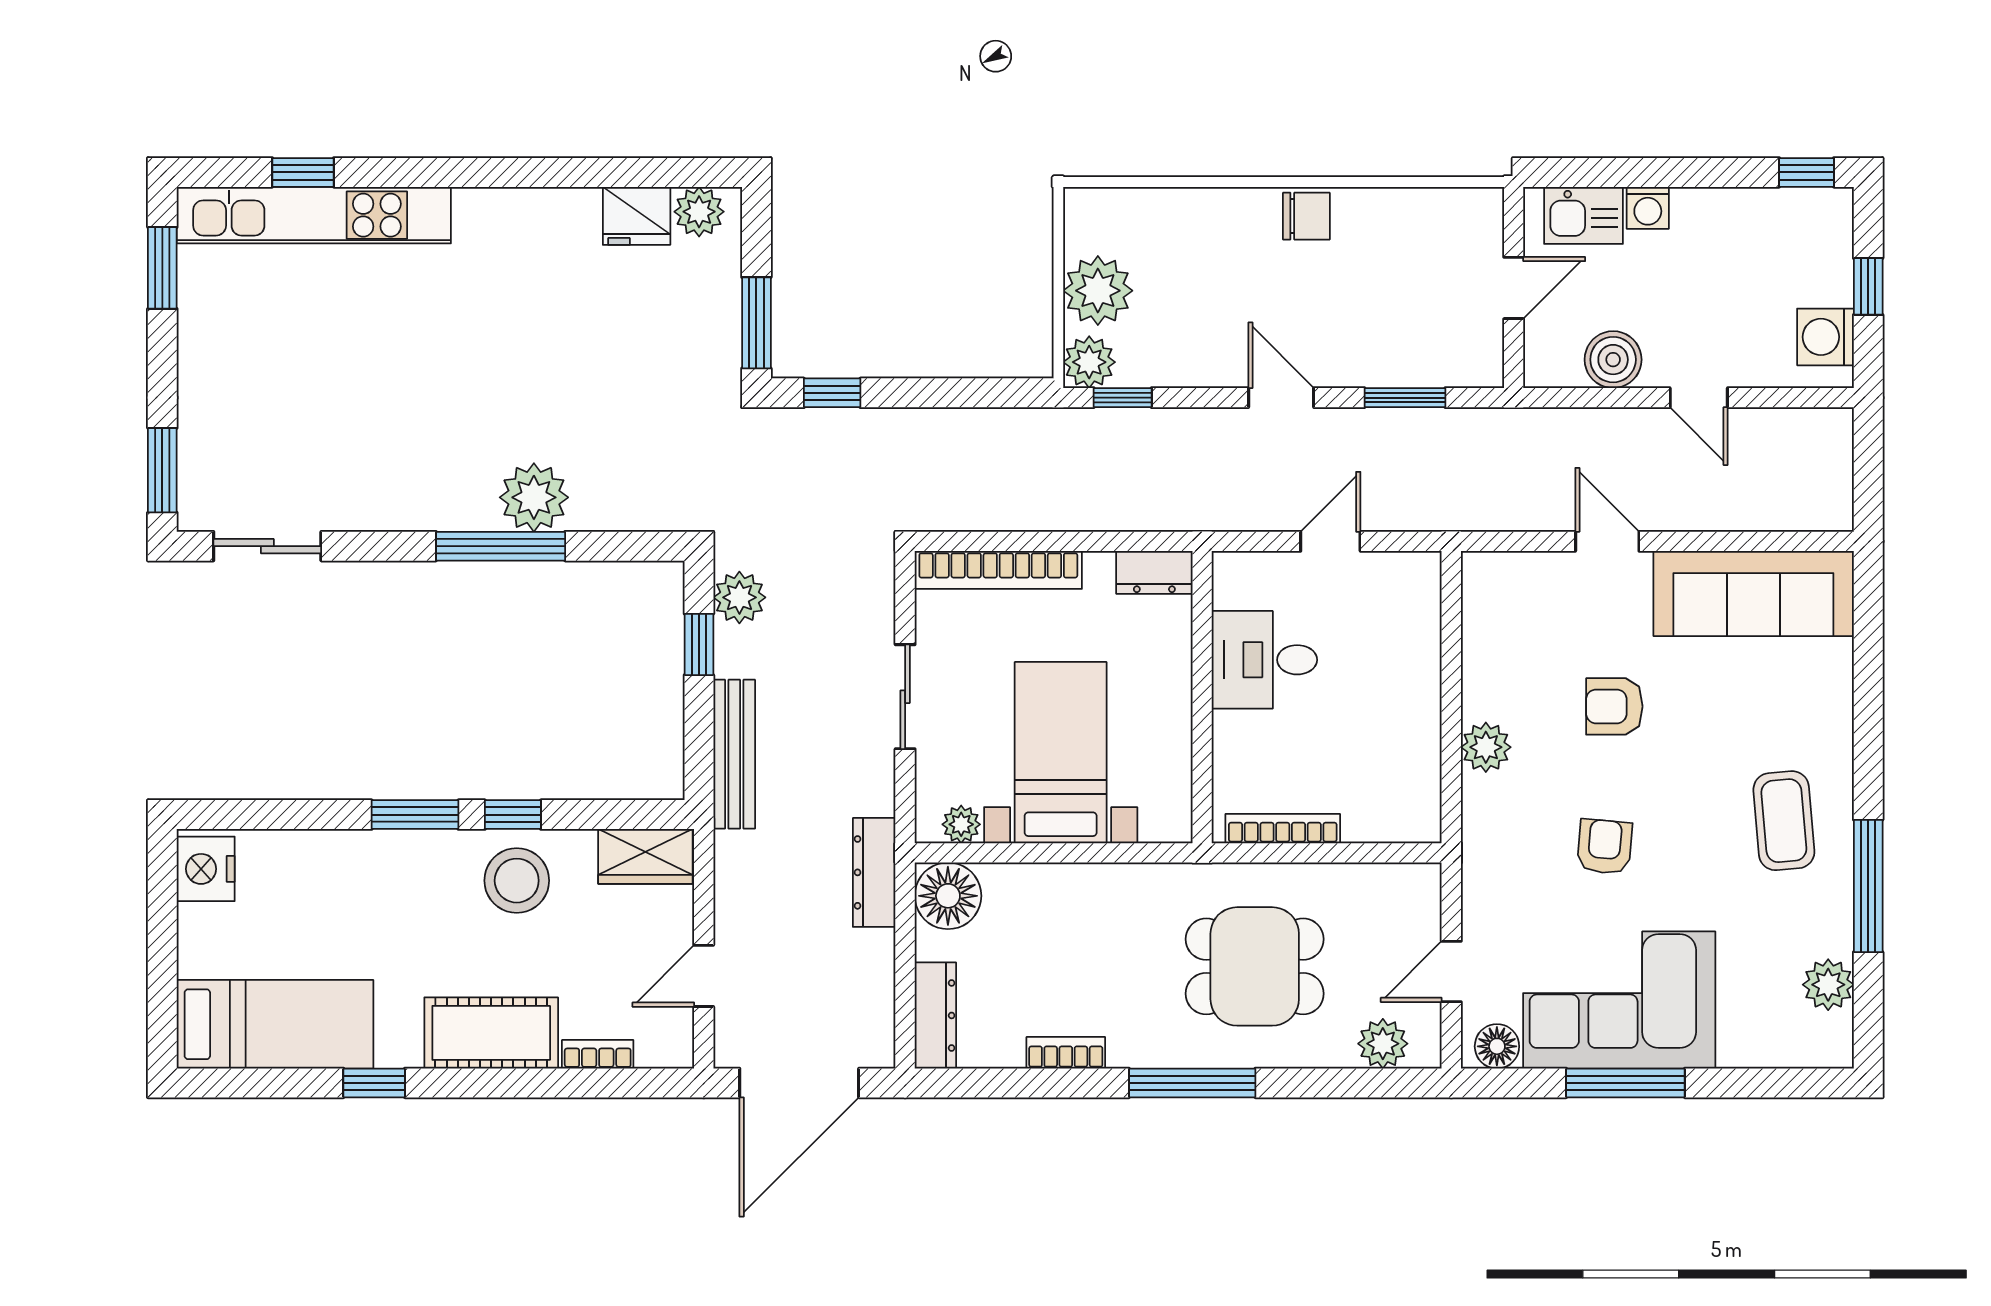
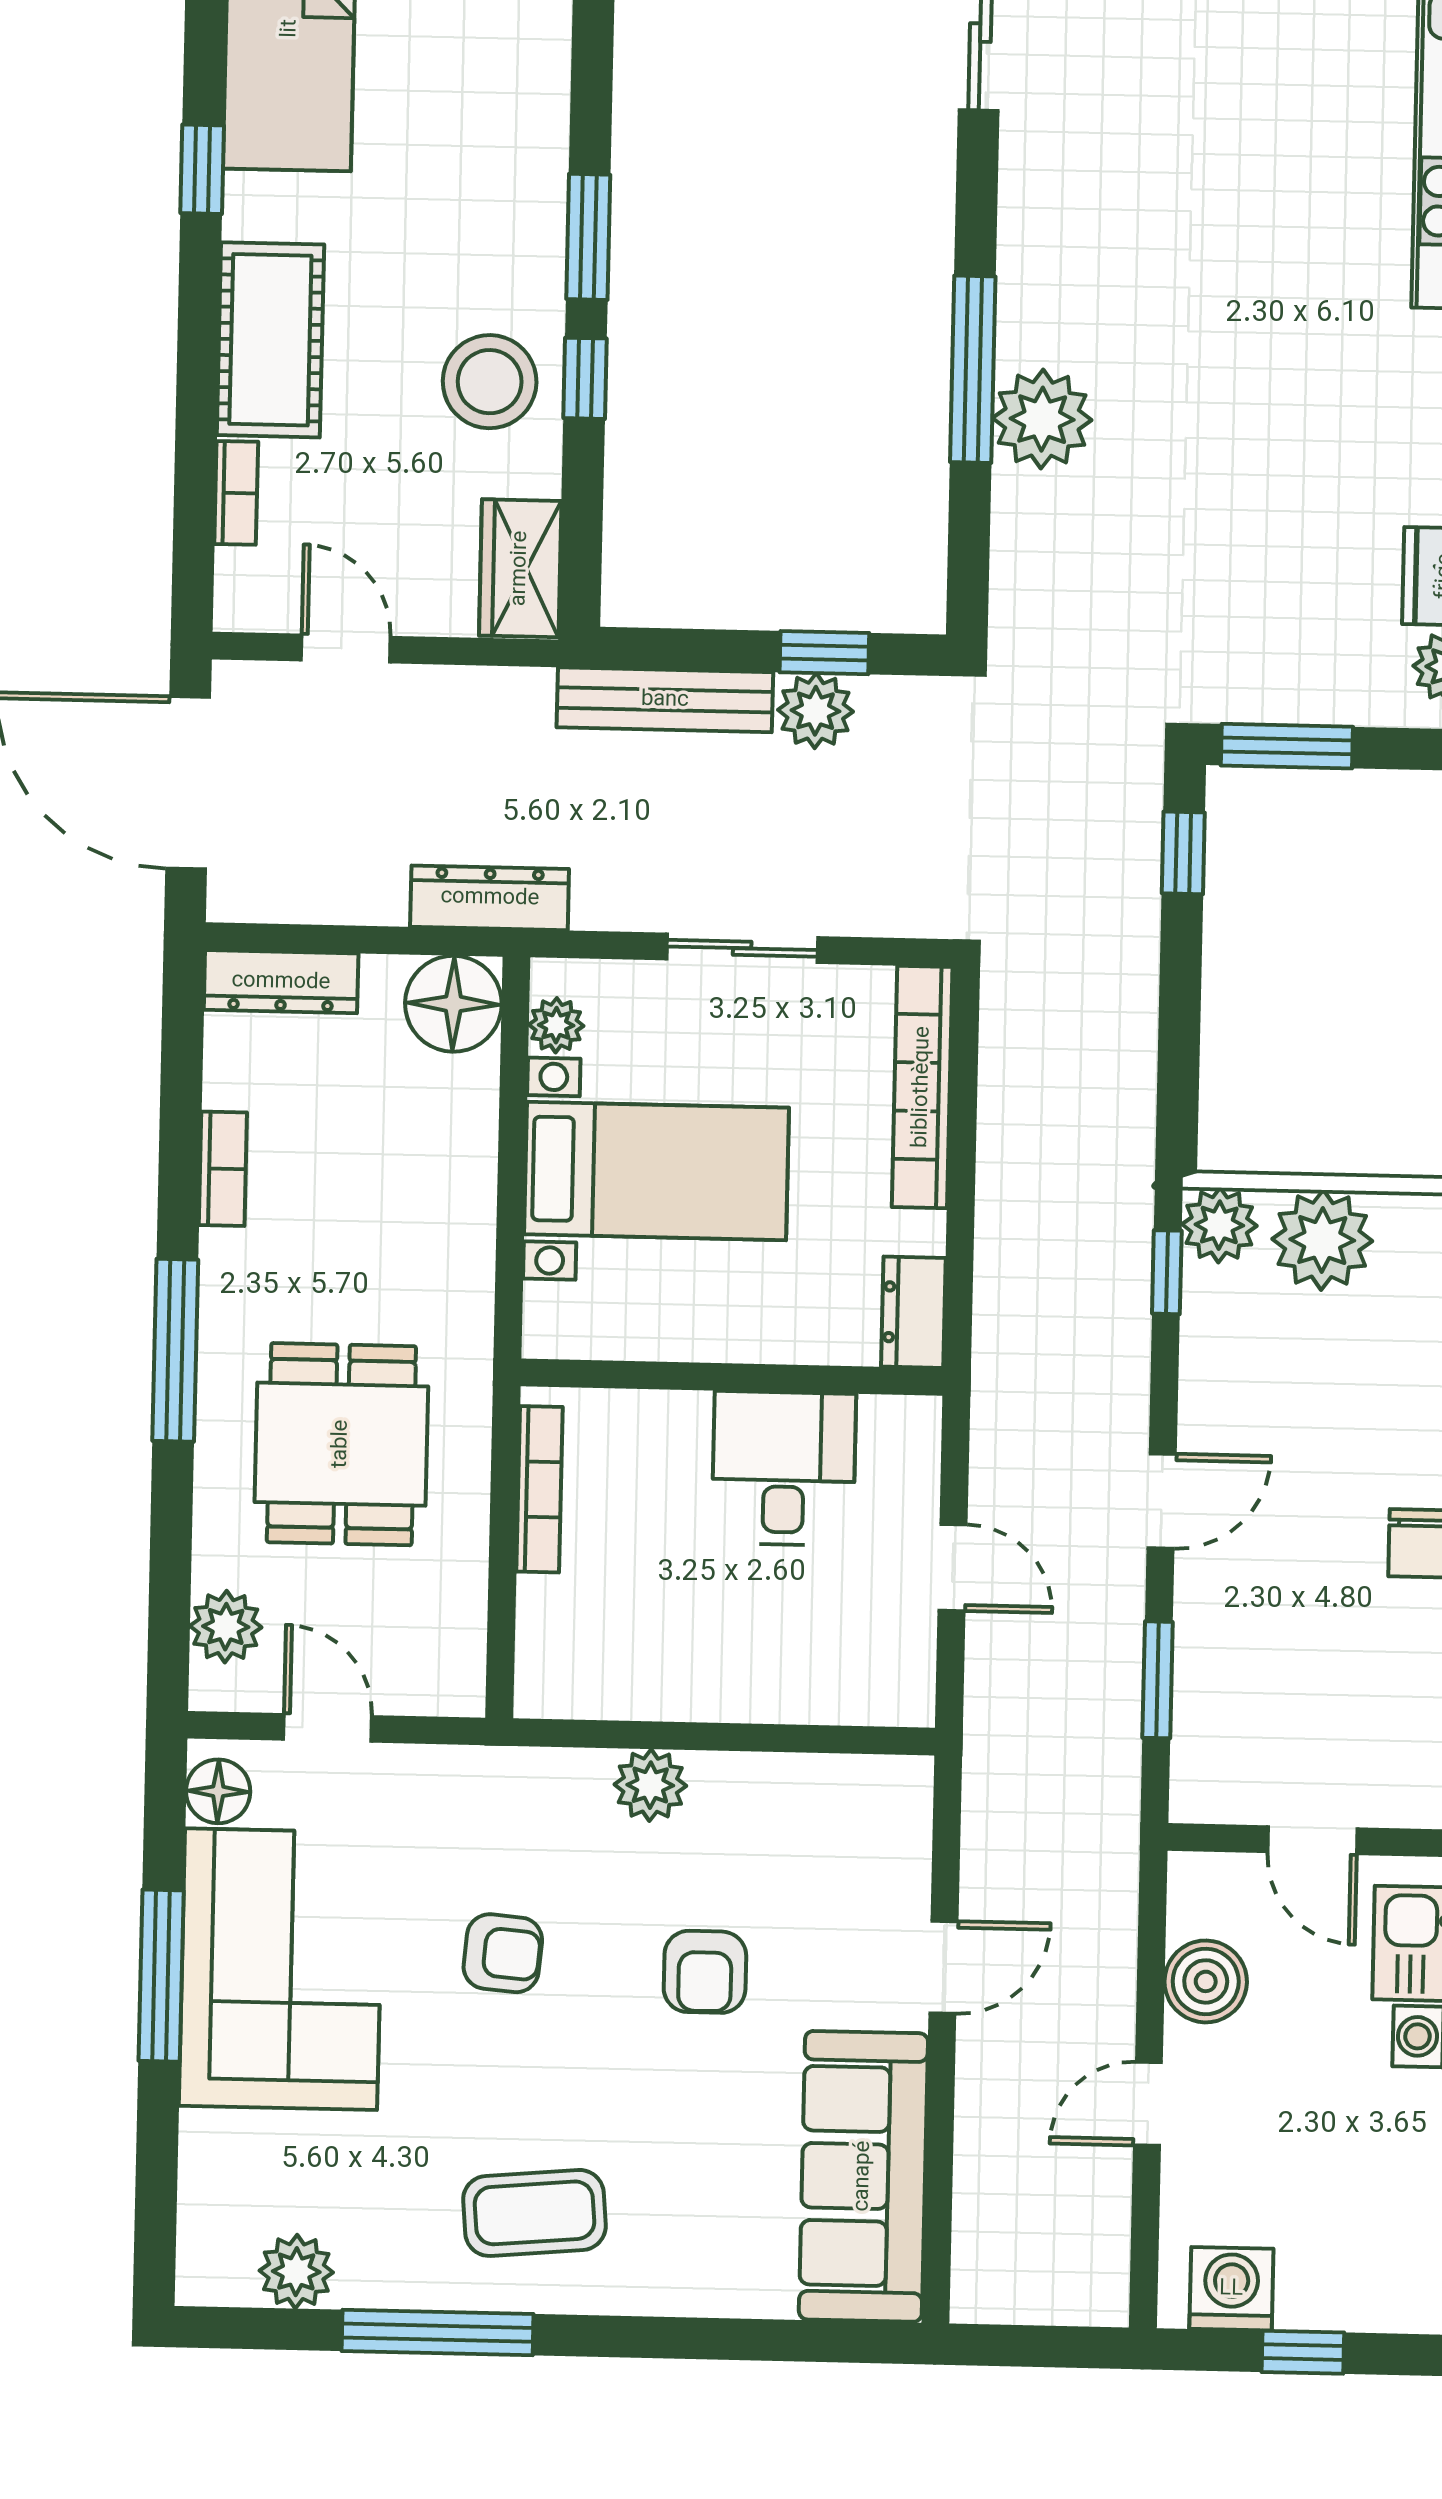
plant: (739, 597) -> (815, 711), moved
armchair: (1614, 706) -> (705, 1972), turned 180

